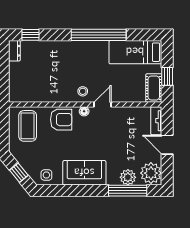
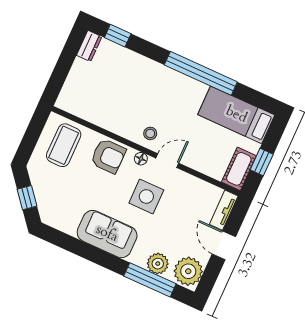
side table: (46, 175) -> (146, 196), moved, width x1.87, depth x1.87

